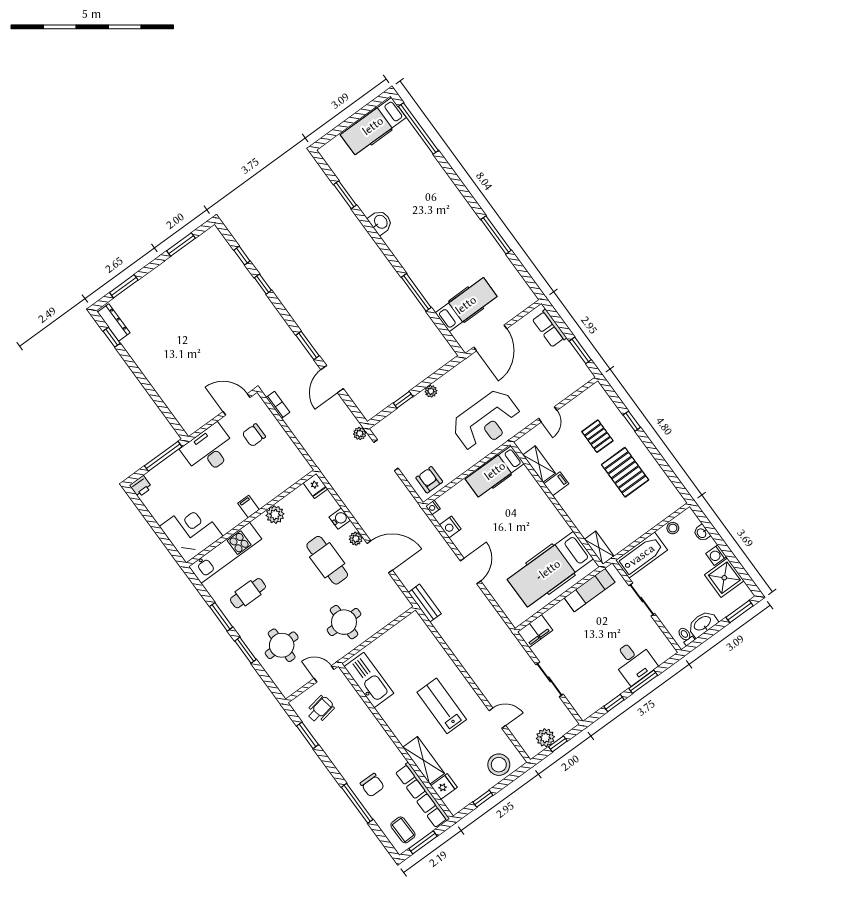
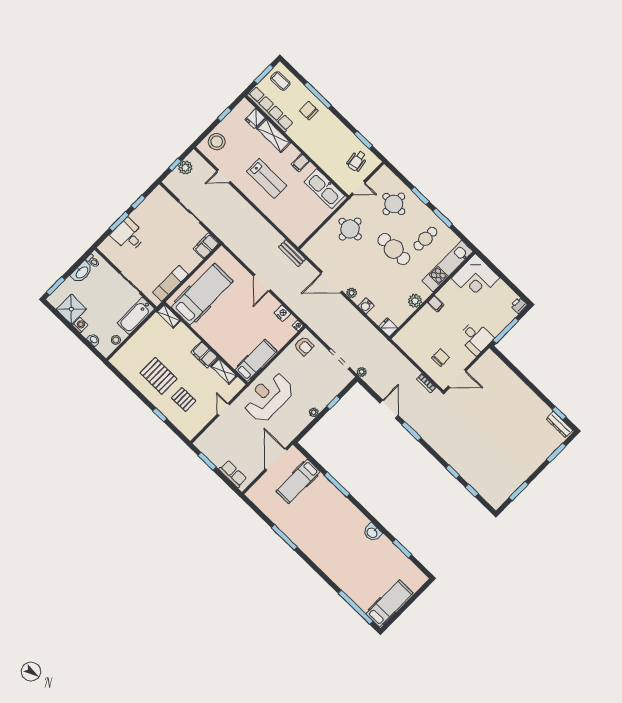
desk: (209, 450) -> (476, 338), width x0.73
filing cabinet: (556, 484) -> (204, 355), width x2.00
cafe table: (327, 560) -> (394, 249), moved
filing cabinet: (394, 719) -> (300, 163), added

